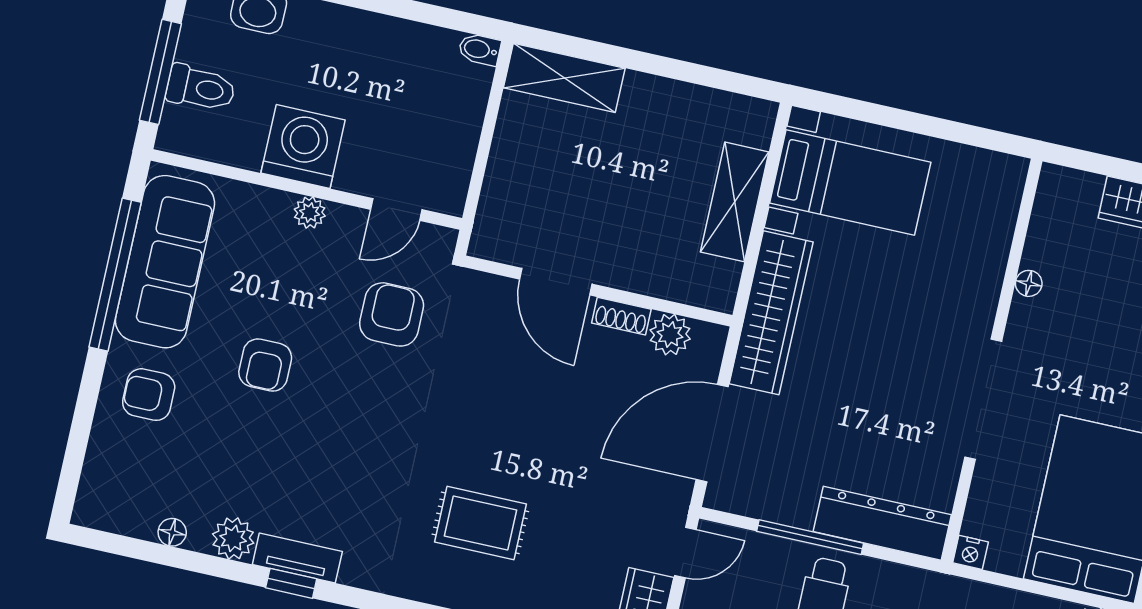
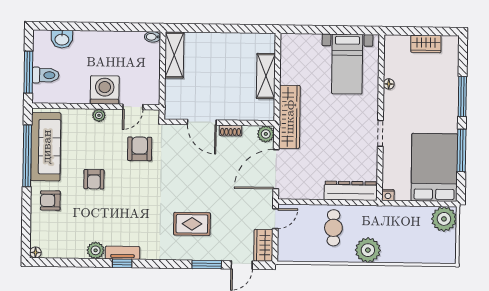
shelving: (564, 78) -> (174, 55), moved, turned 90
washing machine: (303, 146) -> (105, 90), moved
bed with nightstands: (850, 183) -> (347, 64), moved, turned 90
plant: (670, 335) -> (266, 134), moved
doorway: (983, 399) -> (380, 133), width x0.53
floor lamp: (172, 532) -> (35, 252), moved
window: (810, 537) -> (323, 202), removed

